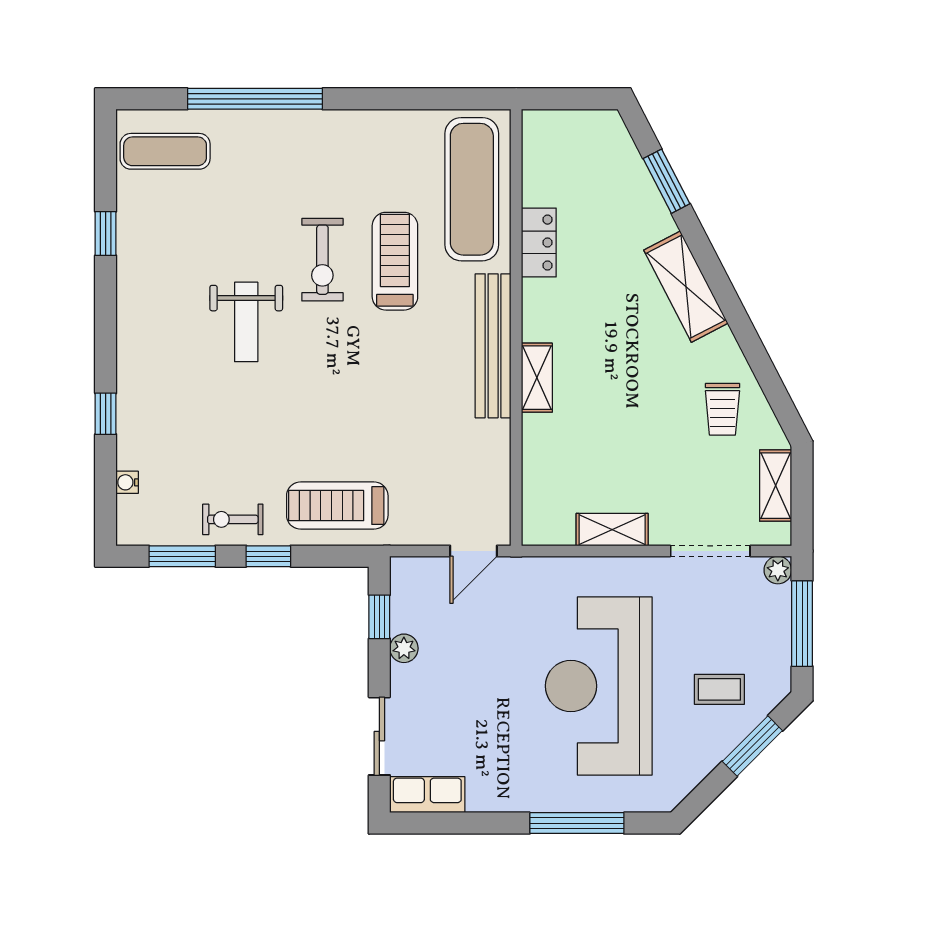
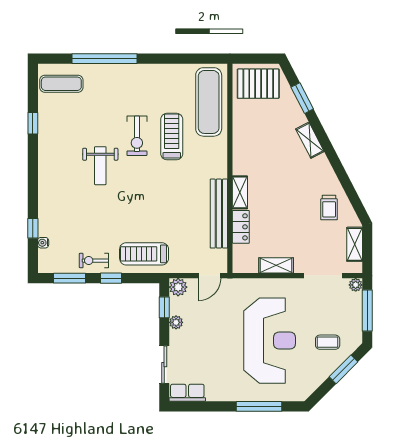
pallet: (575, 151) -> (258, 84), added
locker: (539, 243) -> (241, 227), moved
shelving: (686, 287) -> (310, 140), width x0.67, depth x0.75
bench: (493, 346) -> (219, 214), moved
window: (106, 414) -> (33, 228), moved
plant: (408, 575) -> (178, 287), added
reception desk: (599, 686) -> (270, 341), turned 180

